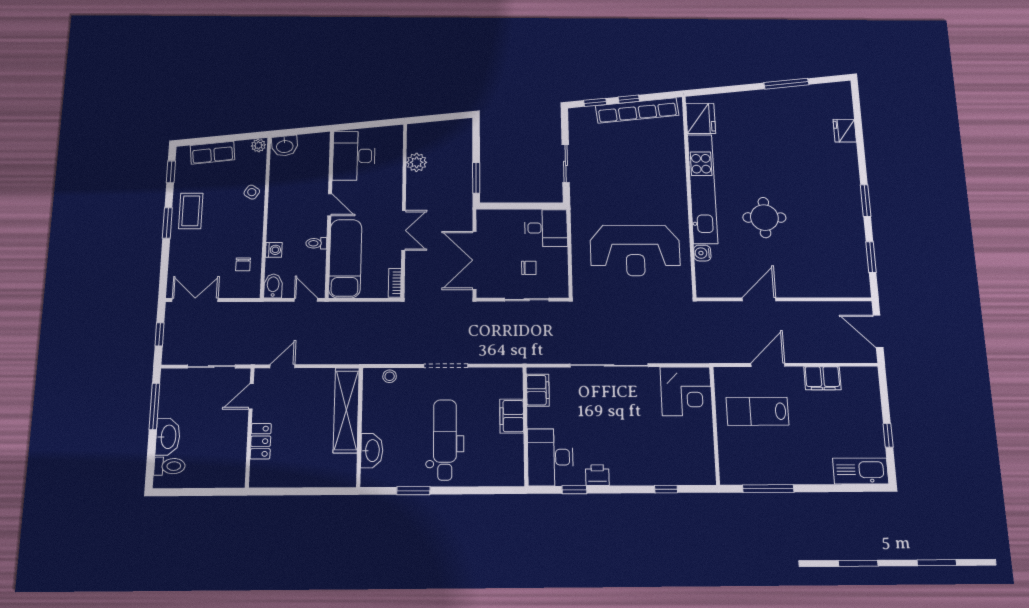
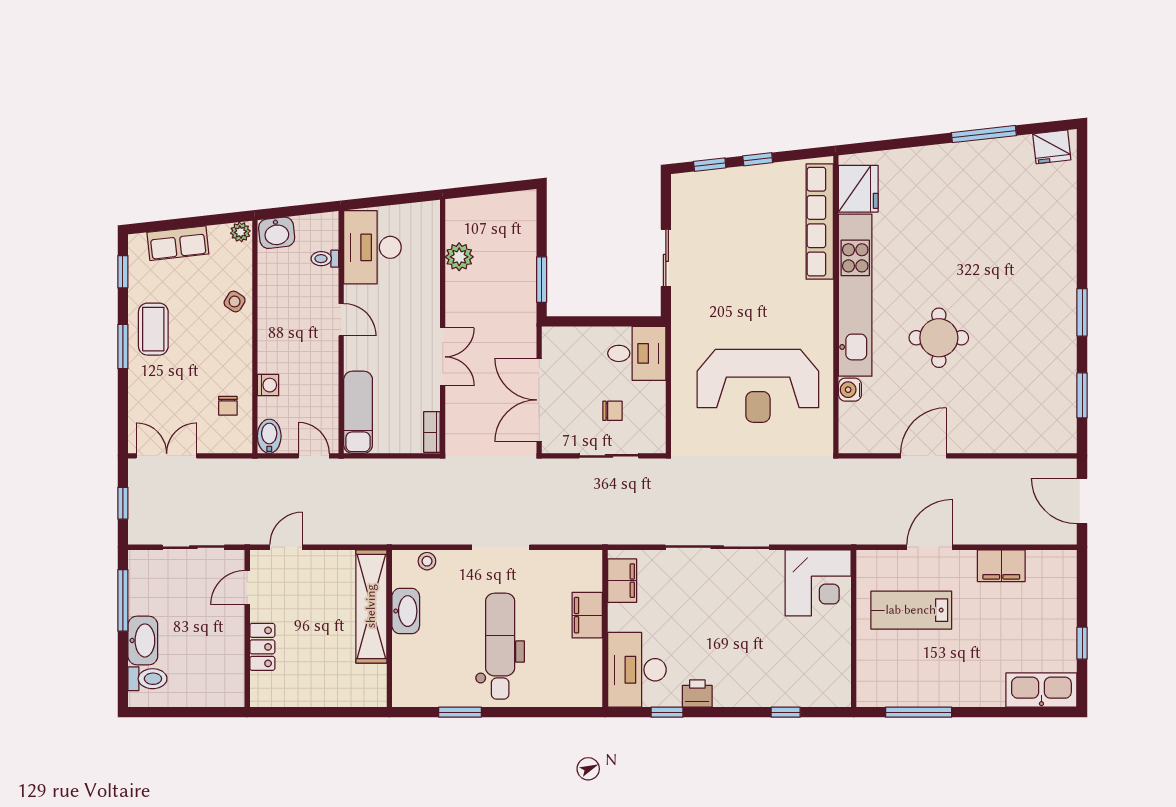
row of seats: (637, 110) -> (820, 222), moved, turned 96
fridge: (845, 131) -> (1052, 147), moved, turned -96
toilet: (316, 243) -> (325, 259), moved
exam couch: (345, 258) -> (358, 412), width x0.73, depth x0.69
washbasin: (372, 451) -> (406, 611), moved

